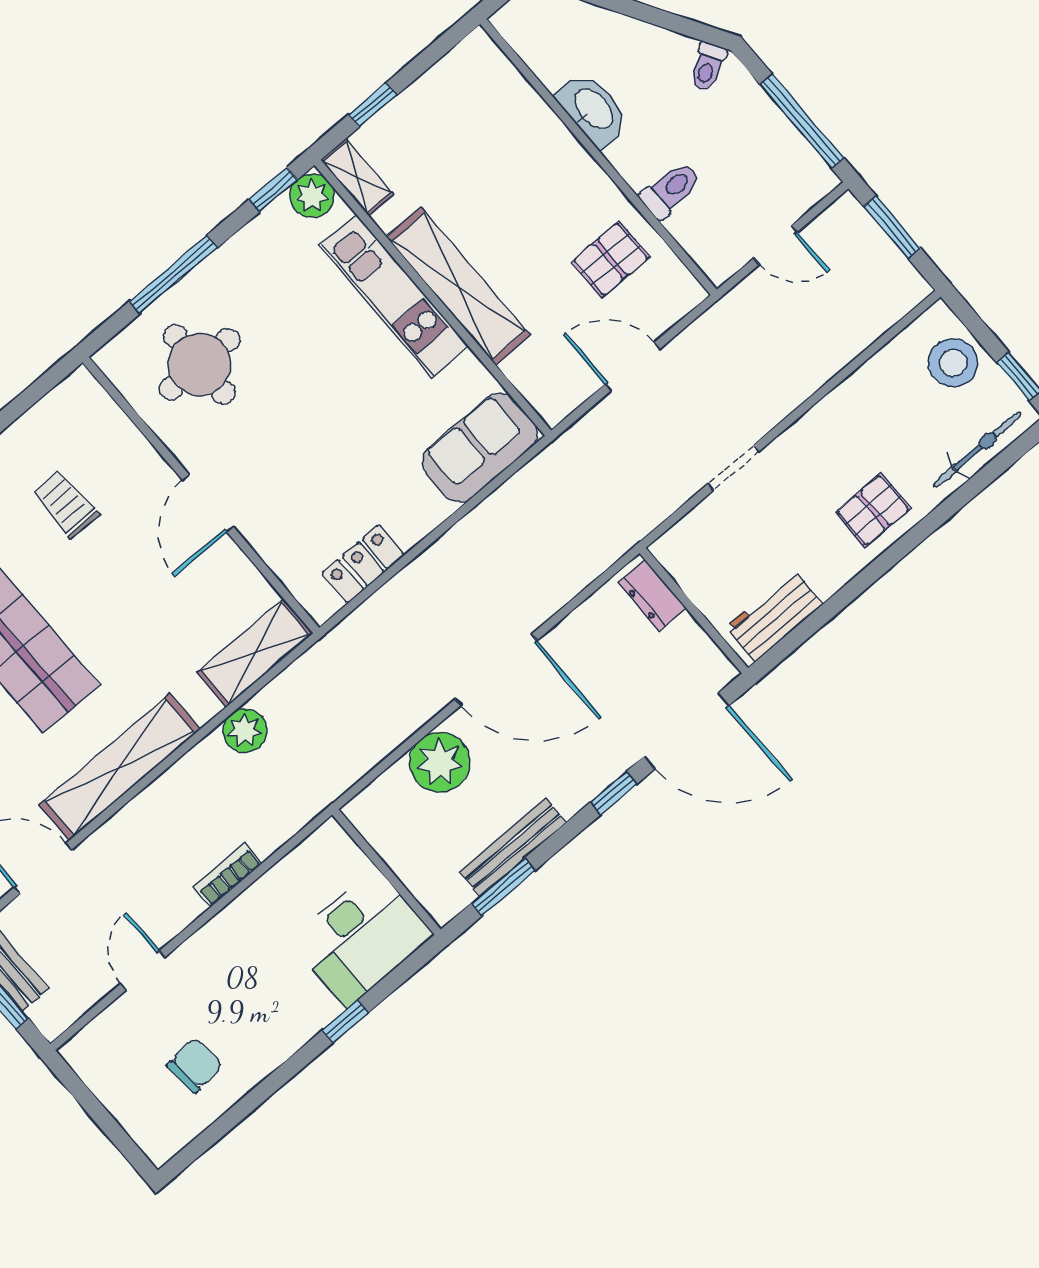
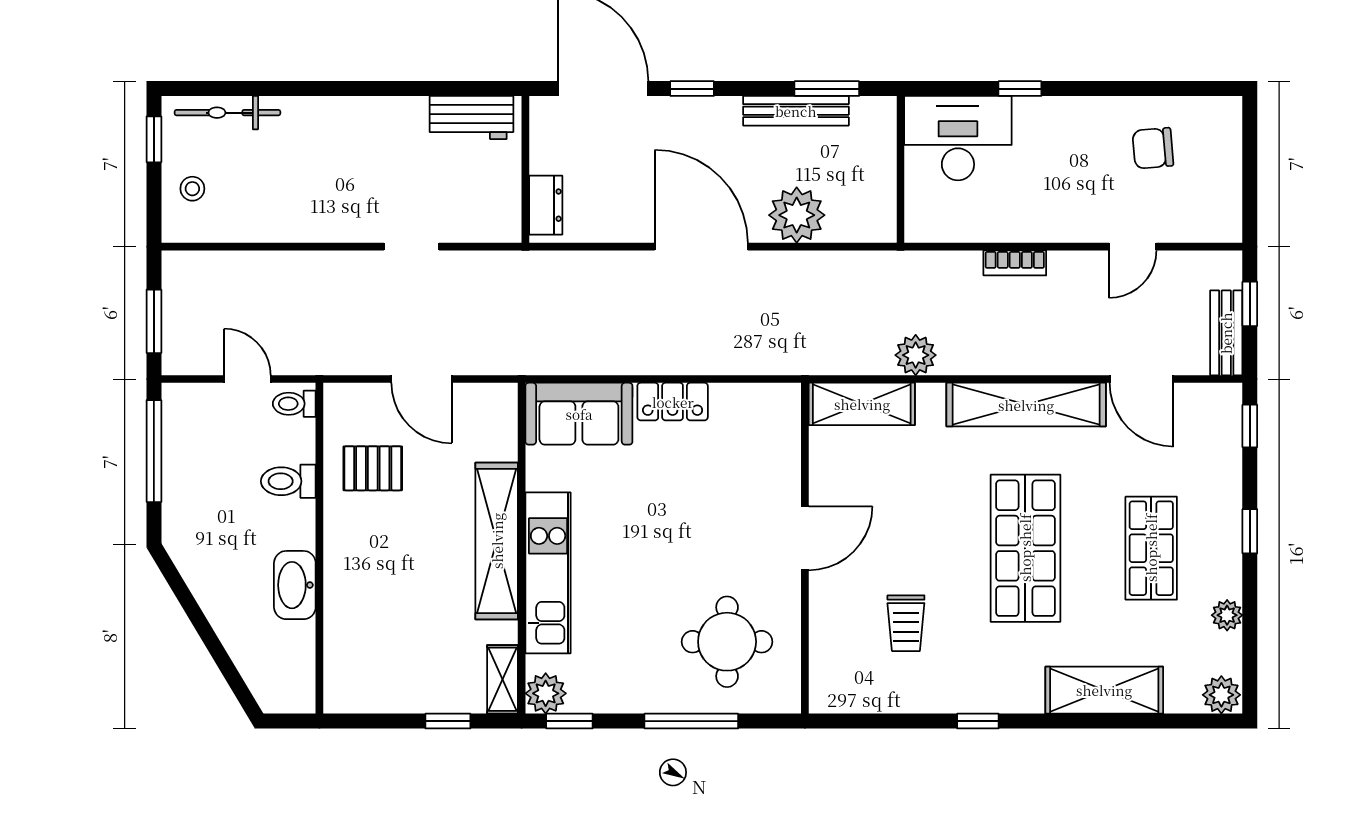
toilet: (708, 67) -> (294, 404), moved, turned -149
stool: (953, 363) -> (192, 189), width x0.53, depth x0.53
pallet: (873, 510) -> (338, 132), removed
locker: (363, 564) -> (673, 402), moved

